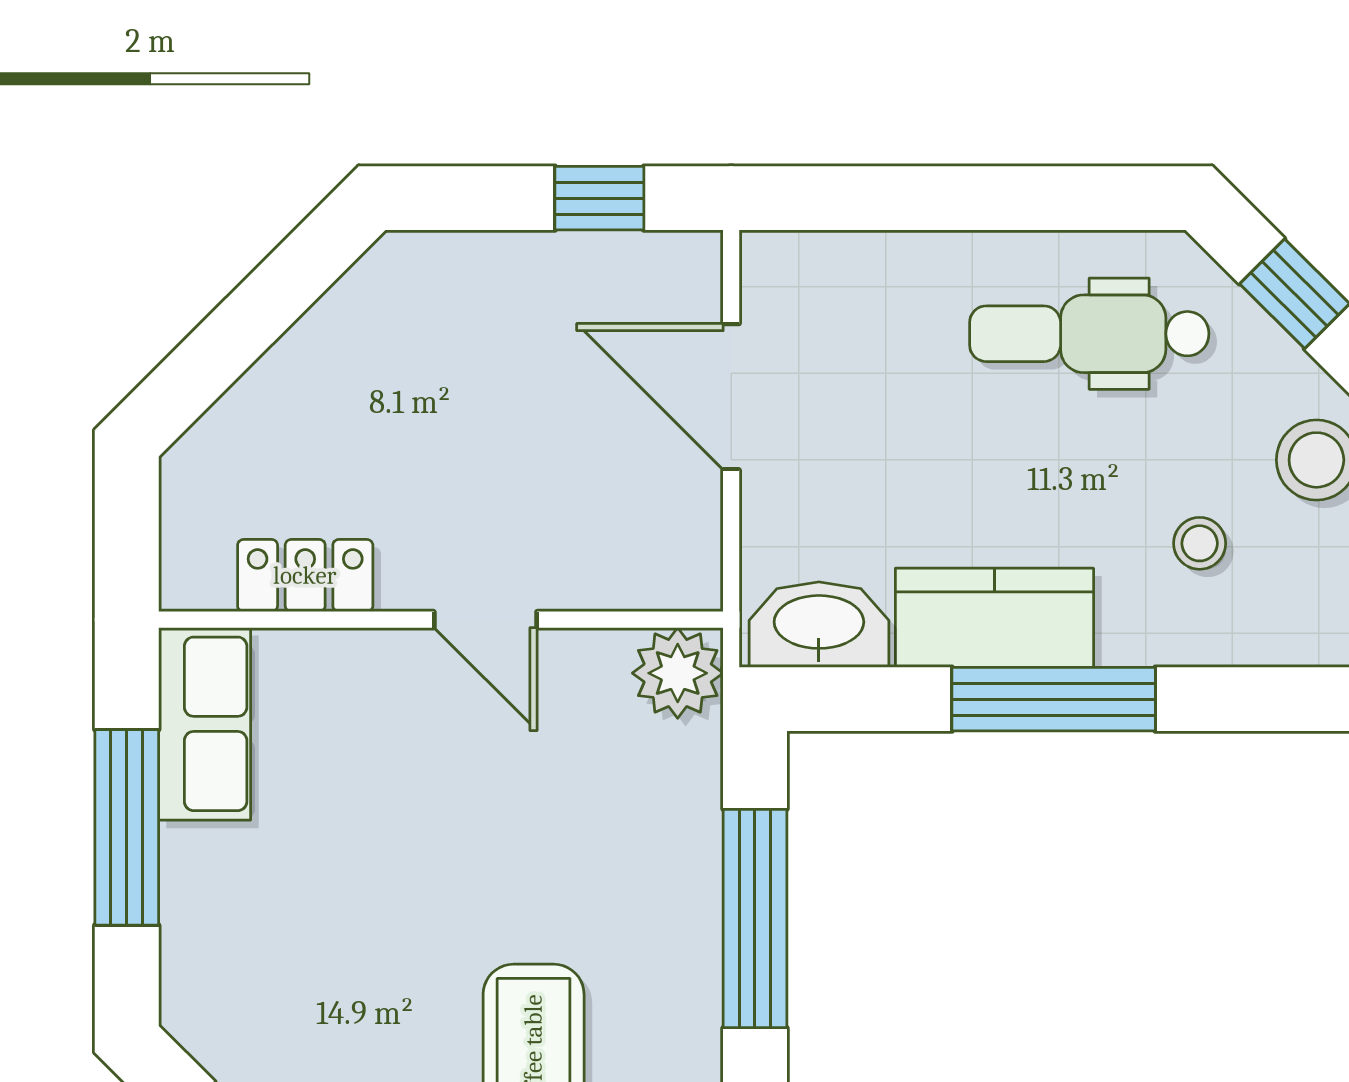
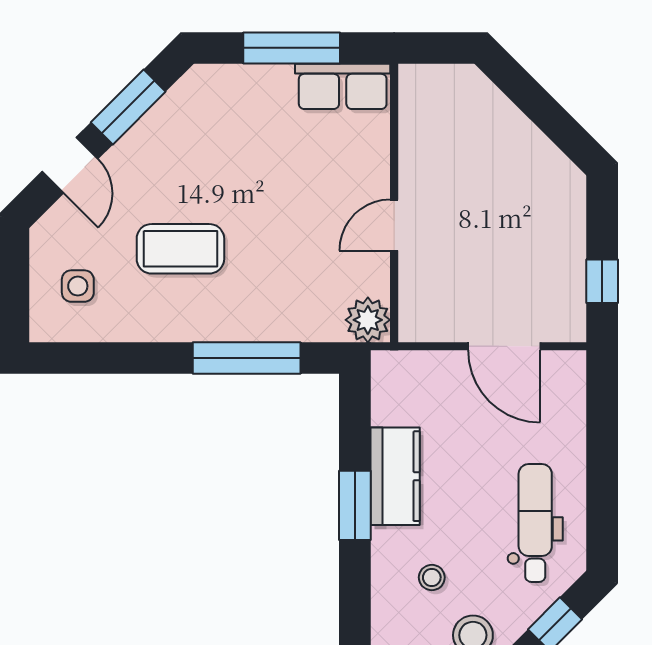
door: (731, 397) -> (504, 346), swing flipped
locker: (305, 576) -> (416, 136), removed
washbasin: (819, 625) -> (392, 390), removed
window: (1054, 699) -> (355, 505), width x0.69

